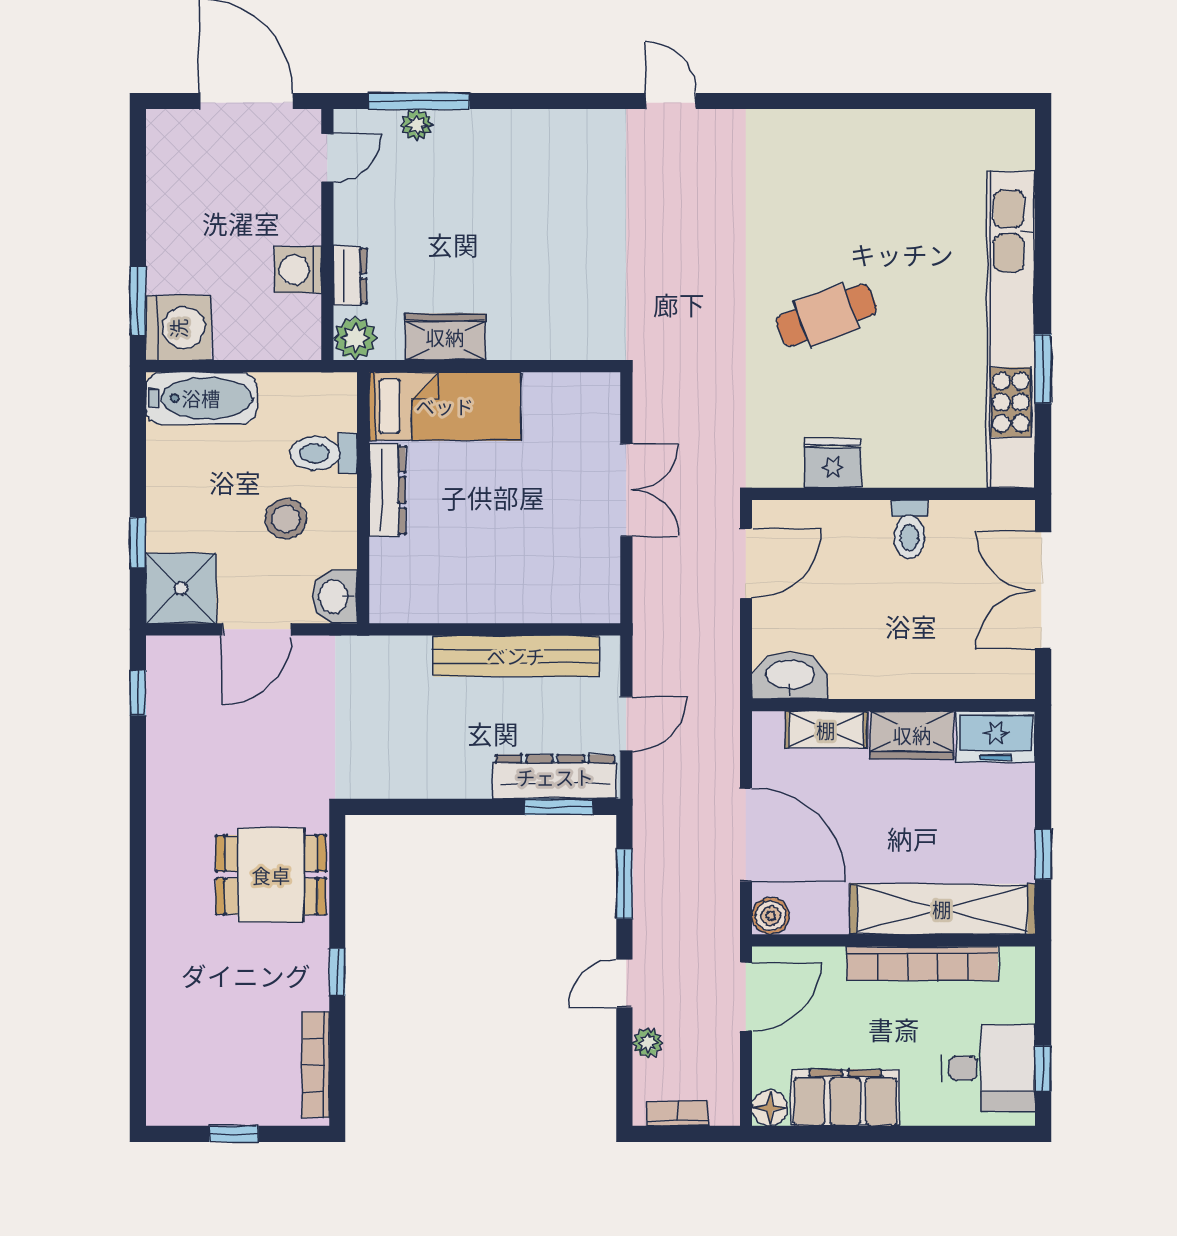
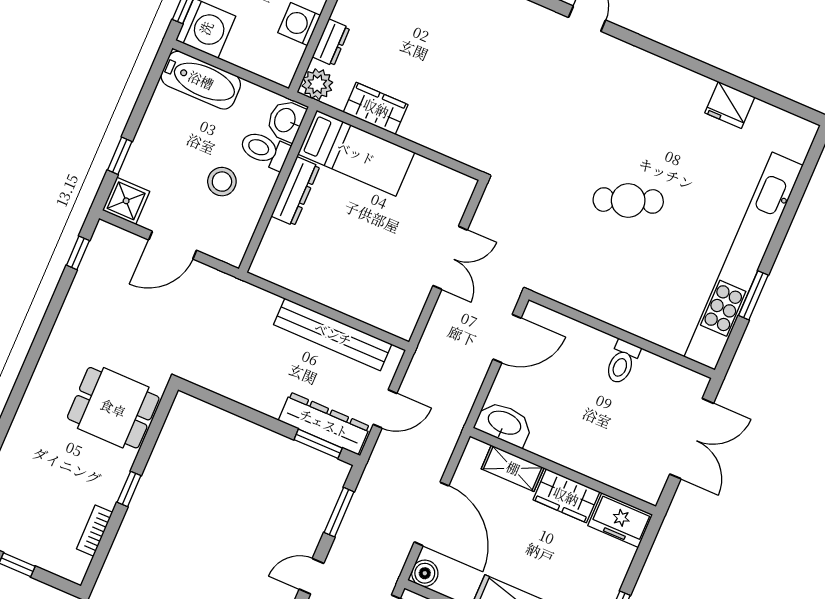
fridge: (833, 463) -> (730, 105), moved, turned 180
shower: (181, 588) -> (126, 201), width x0.73, depth x0.73
double door: (1043, 590) -> (692, 439), swing flipped
washbasin: (335, 597) -> (286, 120), moved
bookcase: (316, 1065) -> (95, 531), width x0.64

